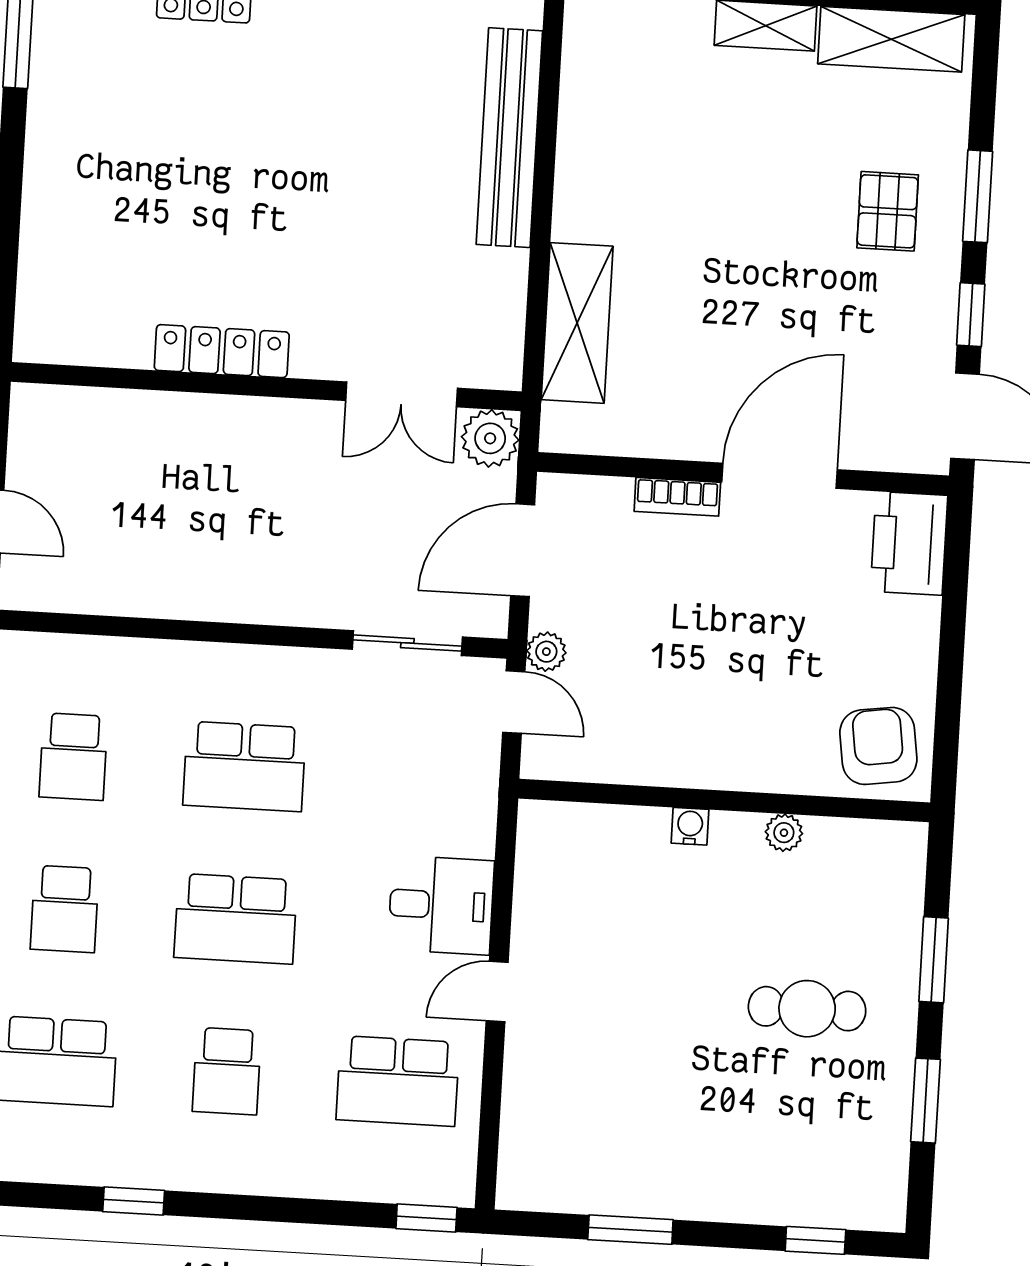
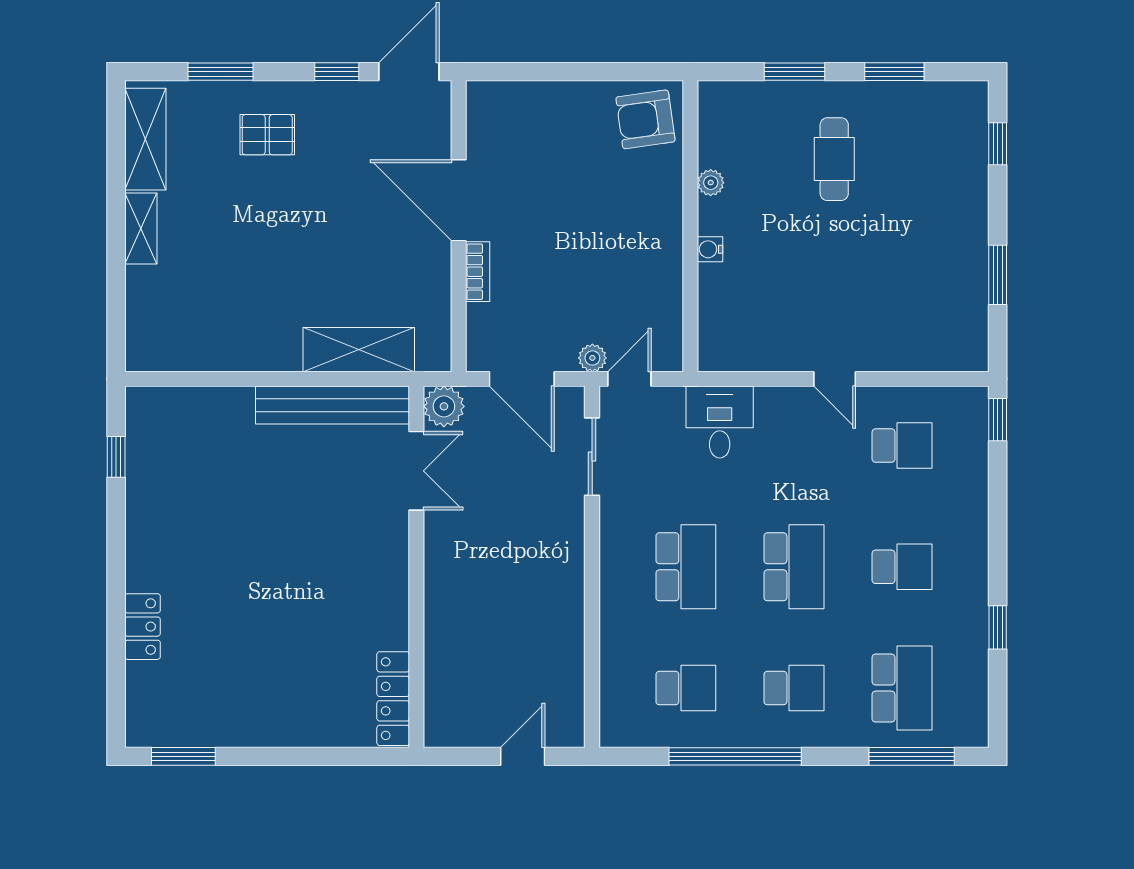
bench: (509, 138) -> (332, 405), moved
window: (978, 196) -> (220, 72), moved
locker: (222, 351) -> (393, 699), moved
printer: (909, 543) -> (501, 106), removed
desk: (441, 905) -> (720, 422), moved
school desk: (398, 1081) -> (902, 446), width x0.54

